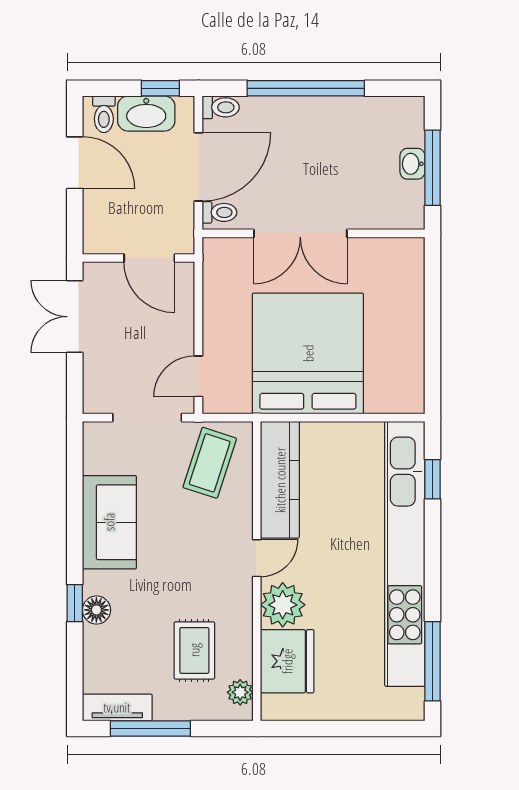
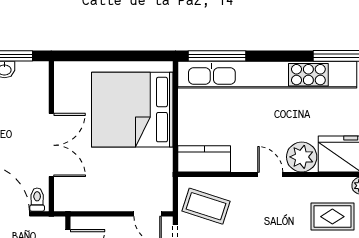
bed: (308, 353) -> (132, 110), moved
window: (433, 479) -> (217, 56), width x2.17
kitchen counter: (280, 480) -> (204, 159), width x0.67

